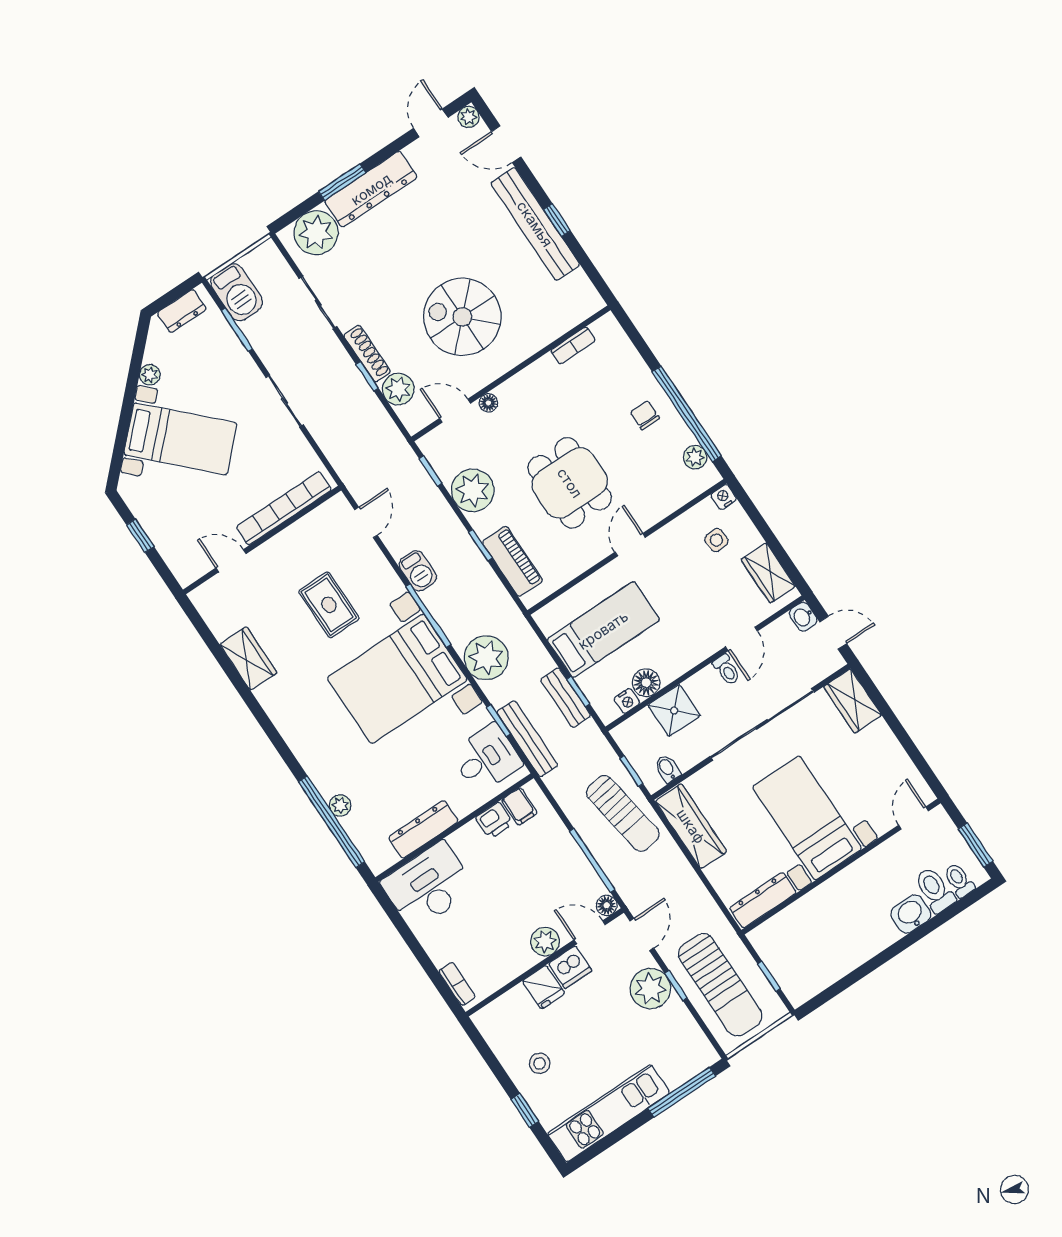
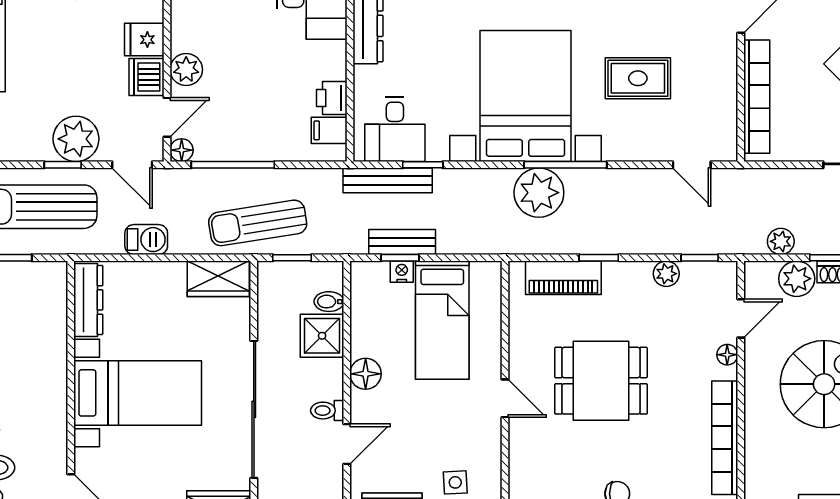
bookcase: (573, 346) -> (725, 438), width x2.31, depth x1.31
plant: (379, 419) -> (781, 241), added
plant: (473, 490) -> (666, 274), width x0.53, depth x0.53
barbecue: (418, 571) -> (146, 240), moved, turned 180
door: (742, 639) -> (347, 444), swing flipped
plant: (486, 658) -> (539, 193), moved
floor lamp: (646, 683) -> (366, 374), moved
nightstand: (627, 701) -> (402, 272), moved, turned 90
bidet: (667, 769) -> (329, 302), moved, turned 180
wardrobe: (691, 826) -> (218, 279), width x0.67

